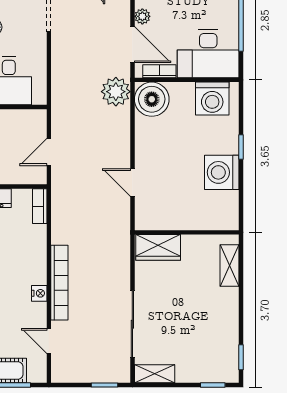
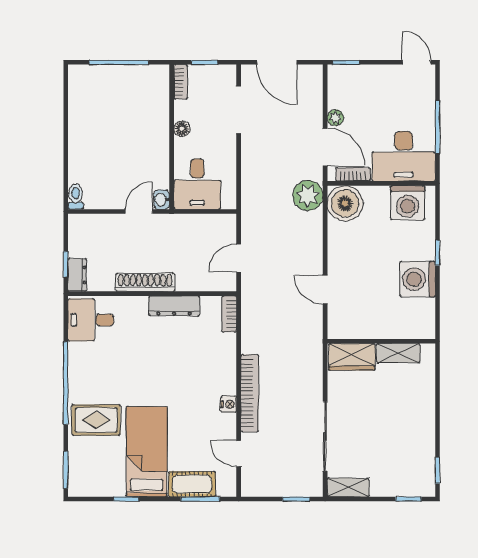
shelving: (230, 266) -> (398, 353), moved, turned 90

